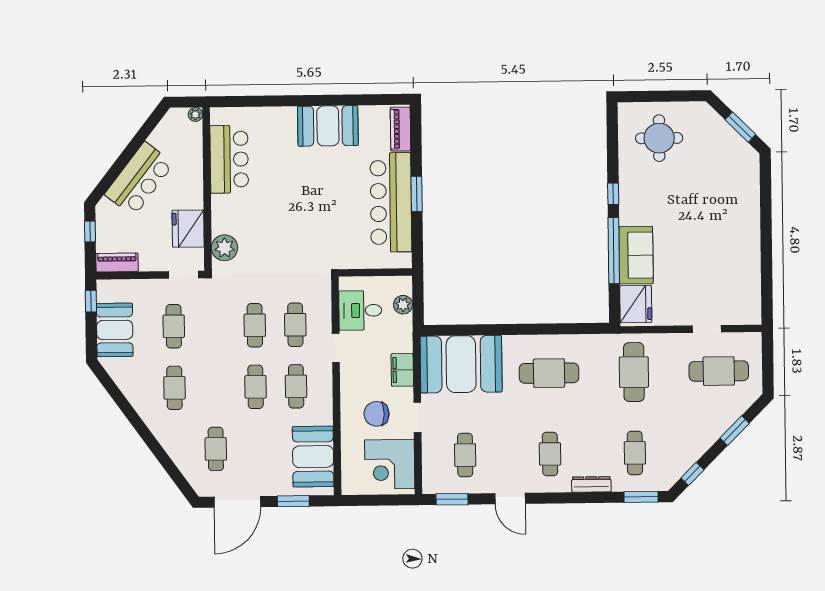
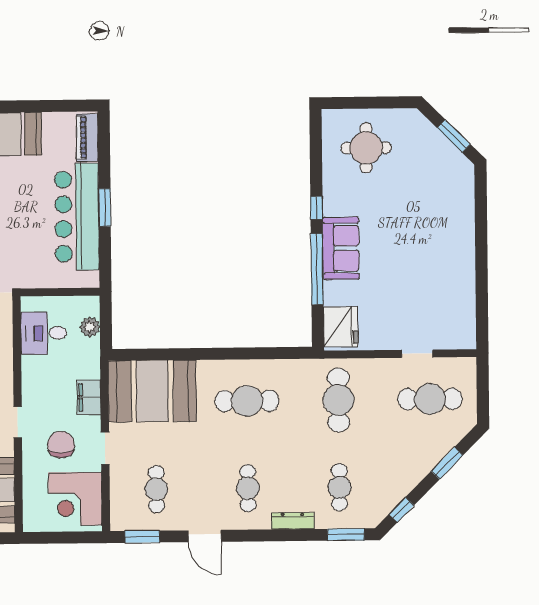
sofa: (636, 255) -> (341, 248), moved
doorway: (336, 348) -> (18, 422), moved
chair: (377, 414) -> (61, 445), turned 90

